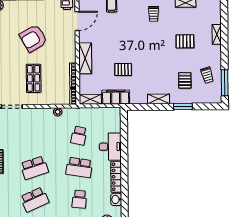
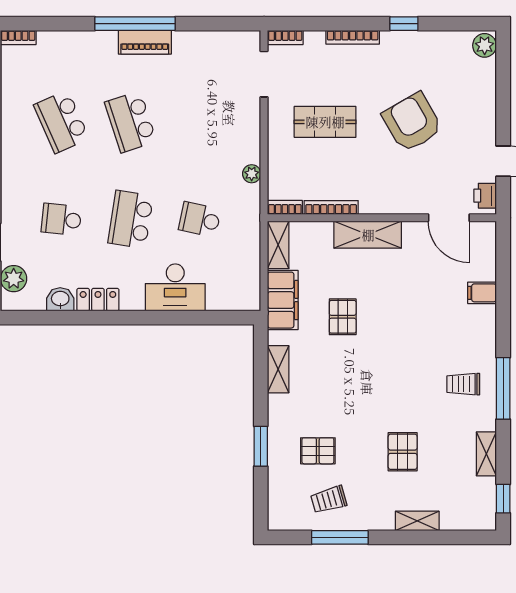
window: (225, 83) -> (340, 537), moved
shelving: (159, 99) -> (278, 369), moved
locker: (116, 177) -> (98, 300), width x0.66

